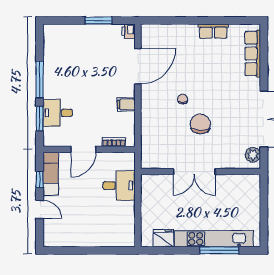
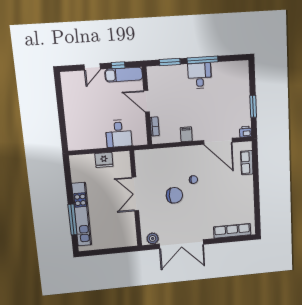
row of seats: (213, 31) -> (247, 163), moved
desk: (58, 113) -> (200, 76), moved
fridge: (163, 238) -> (104, 160), moved, turned 90

